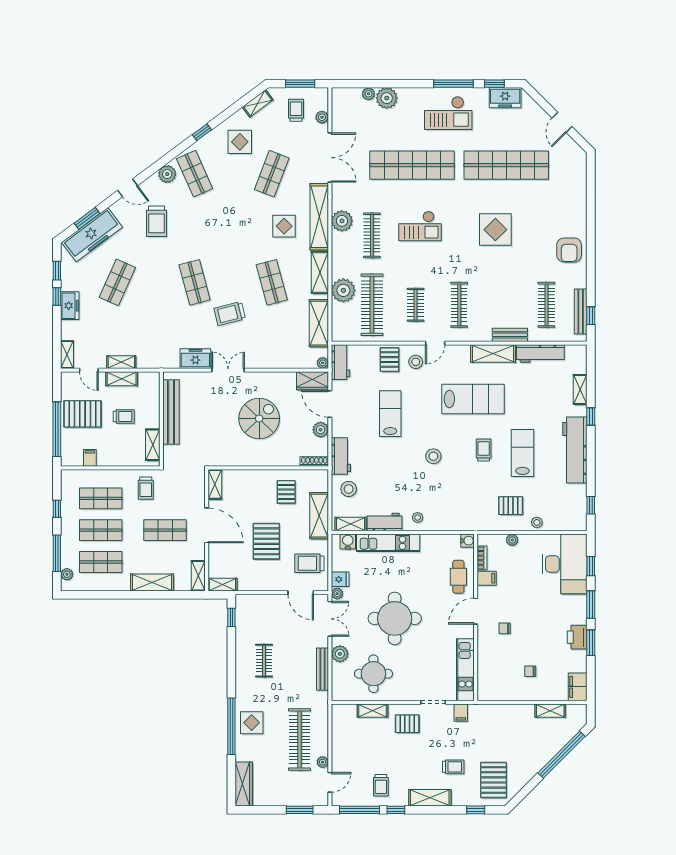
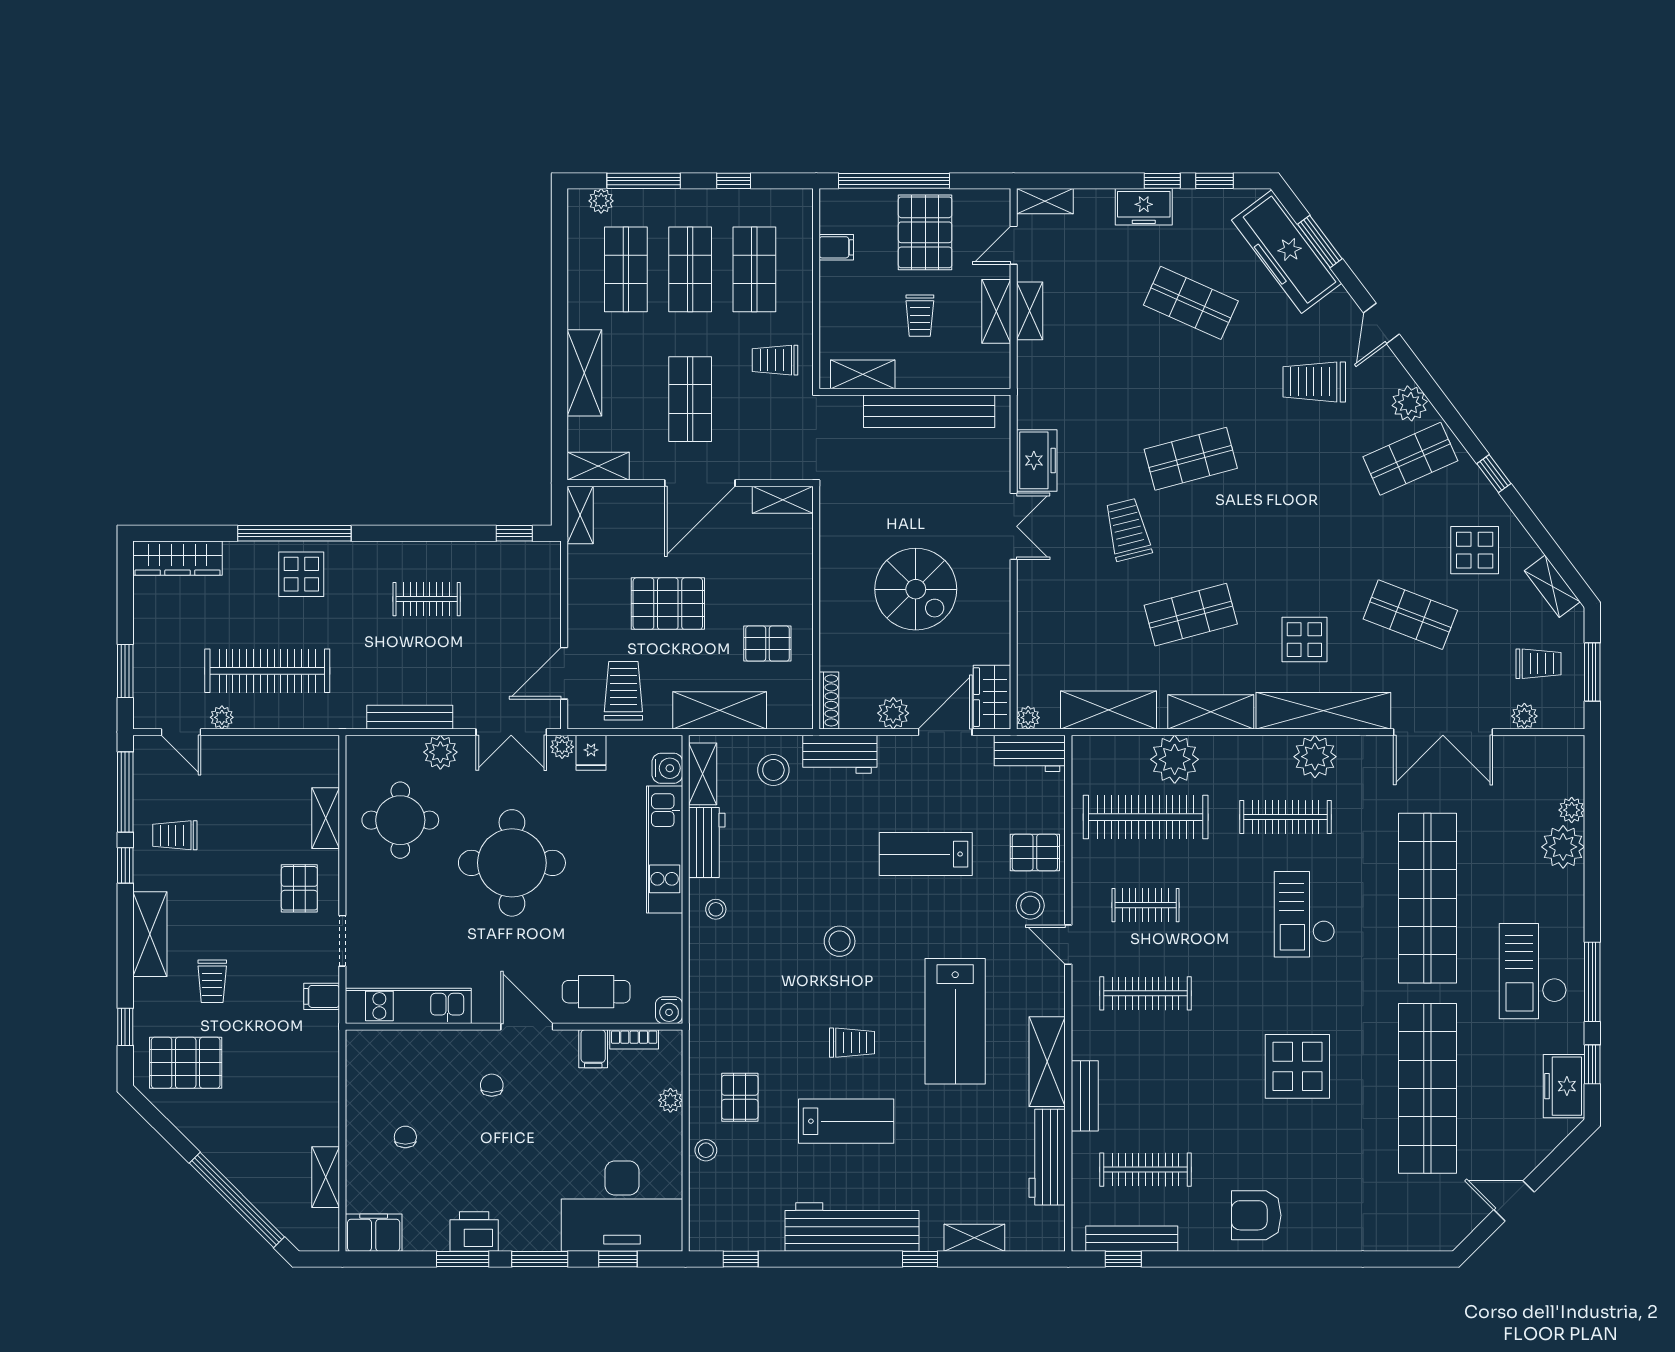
lab bench: (390, 414) -> (926, 854), turned 180

